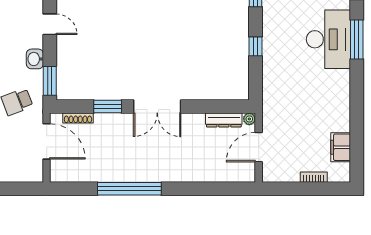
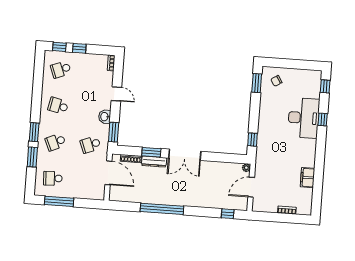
window: (357, 40) -> (323, 119), width x0.46
window: (255, 46) -> (253, 140), moved
dresser: (224, 120) -> (154, 162), moved
filing cabinet: (341, 147) -> (308, 178), moved
window: (227, 189) -> (228, 214), added

